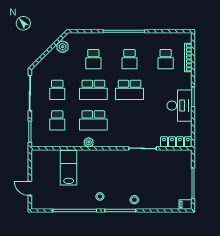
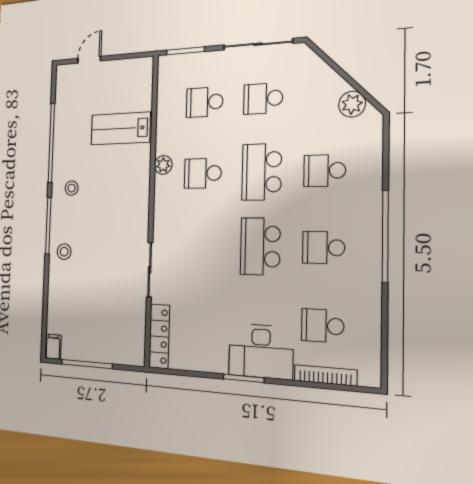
desk: (179, 106) -> (261, 351), moved
school desk: (93, 120) -> (203, 173), width x0.54
lab bench: (69, 168) -> (121, 128), turned 180

